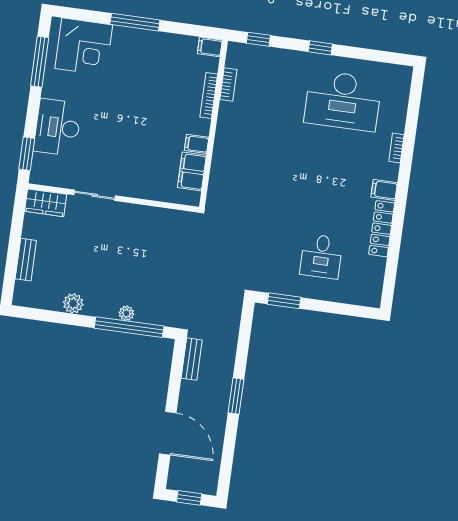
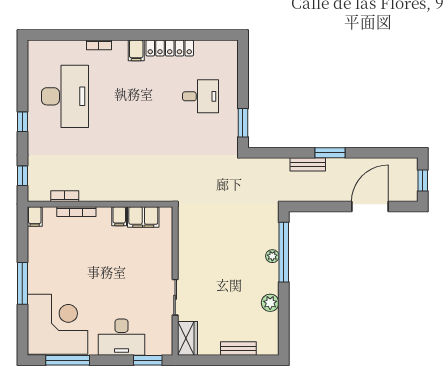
corner desk: (84, 47) -> (57, 324), width x1.36, depth x1.36
bench: (192, 359) -> (308, 164), moved

